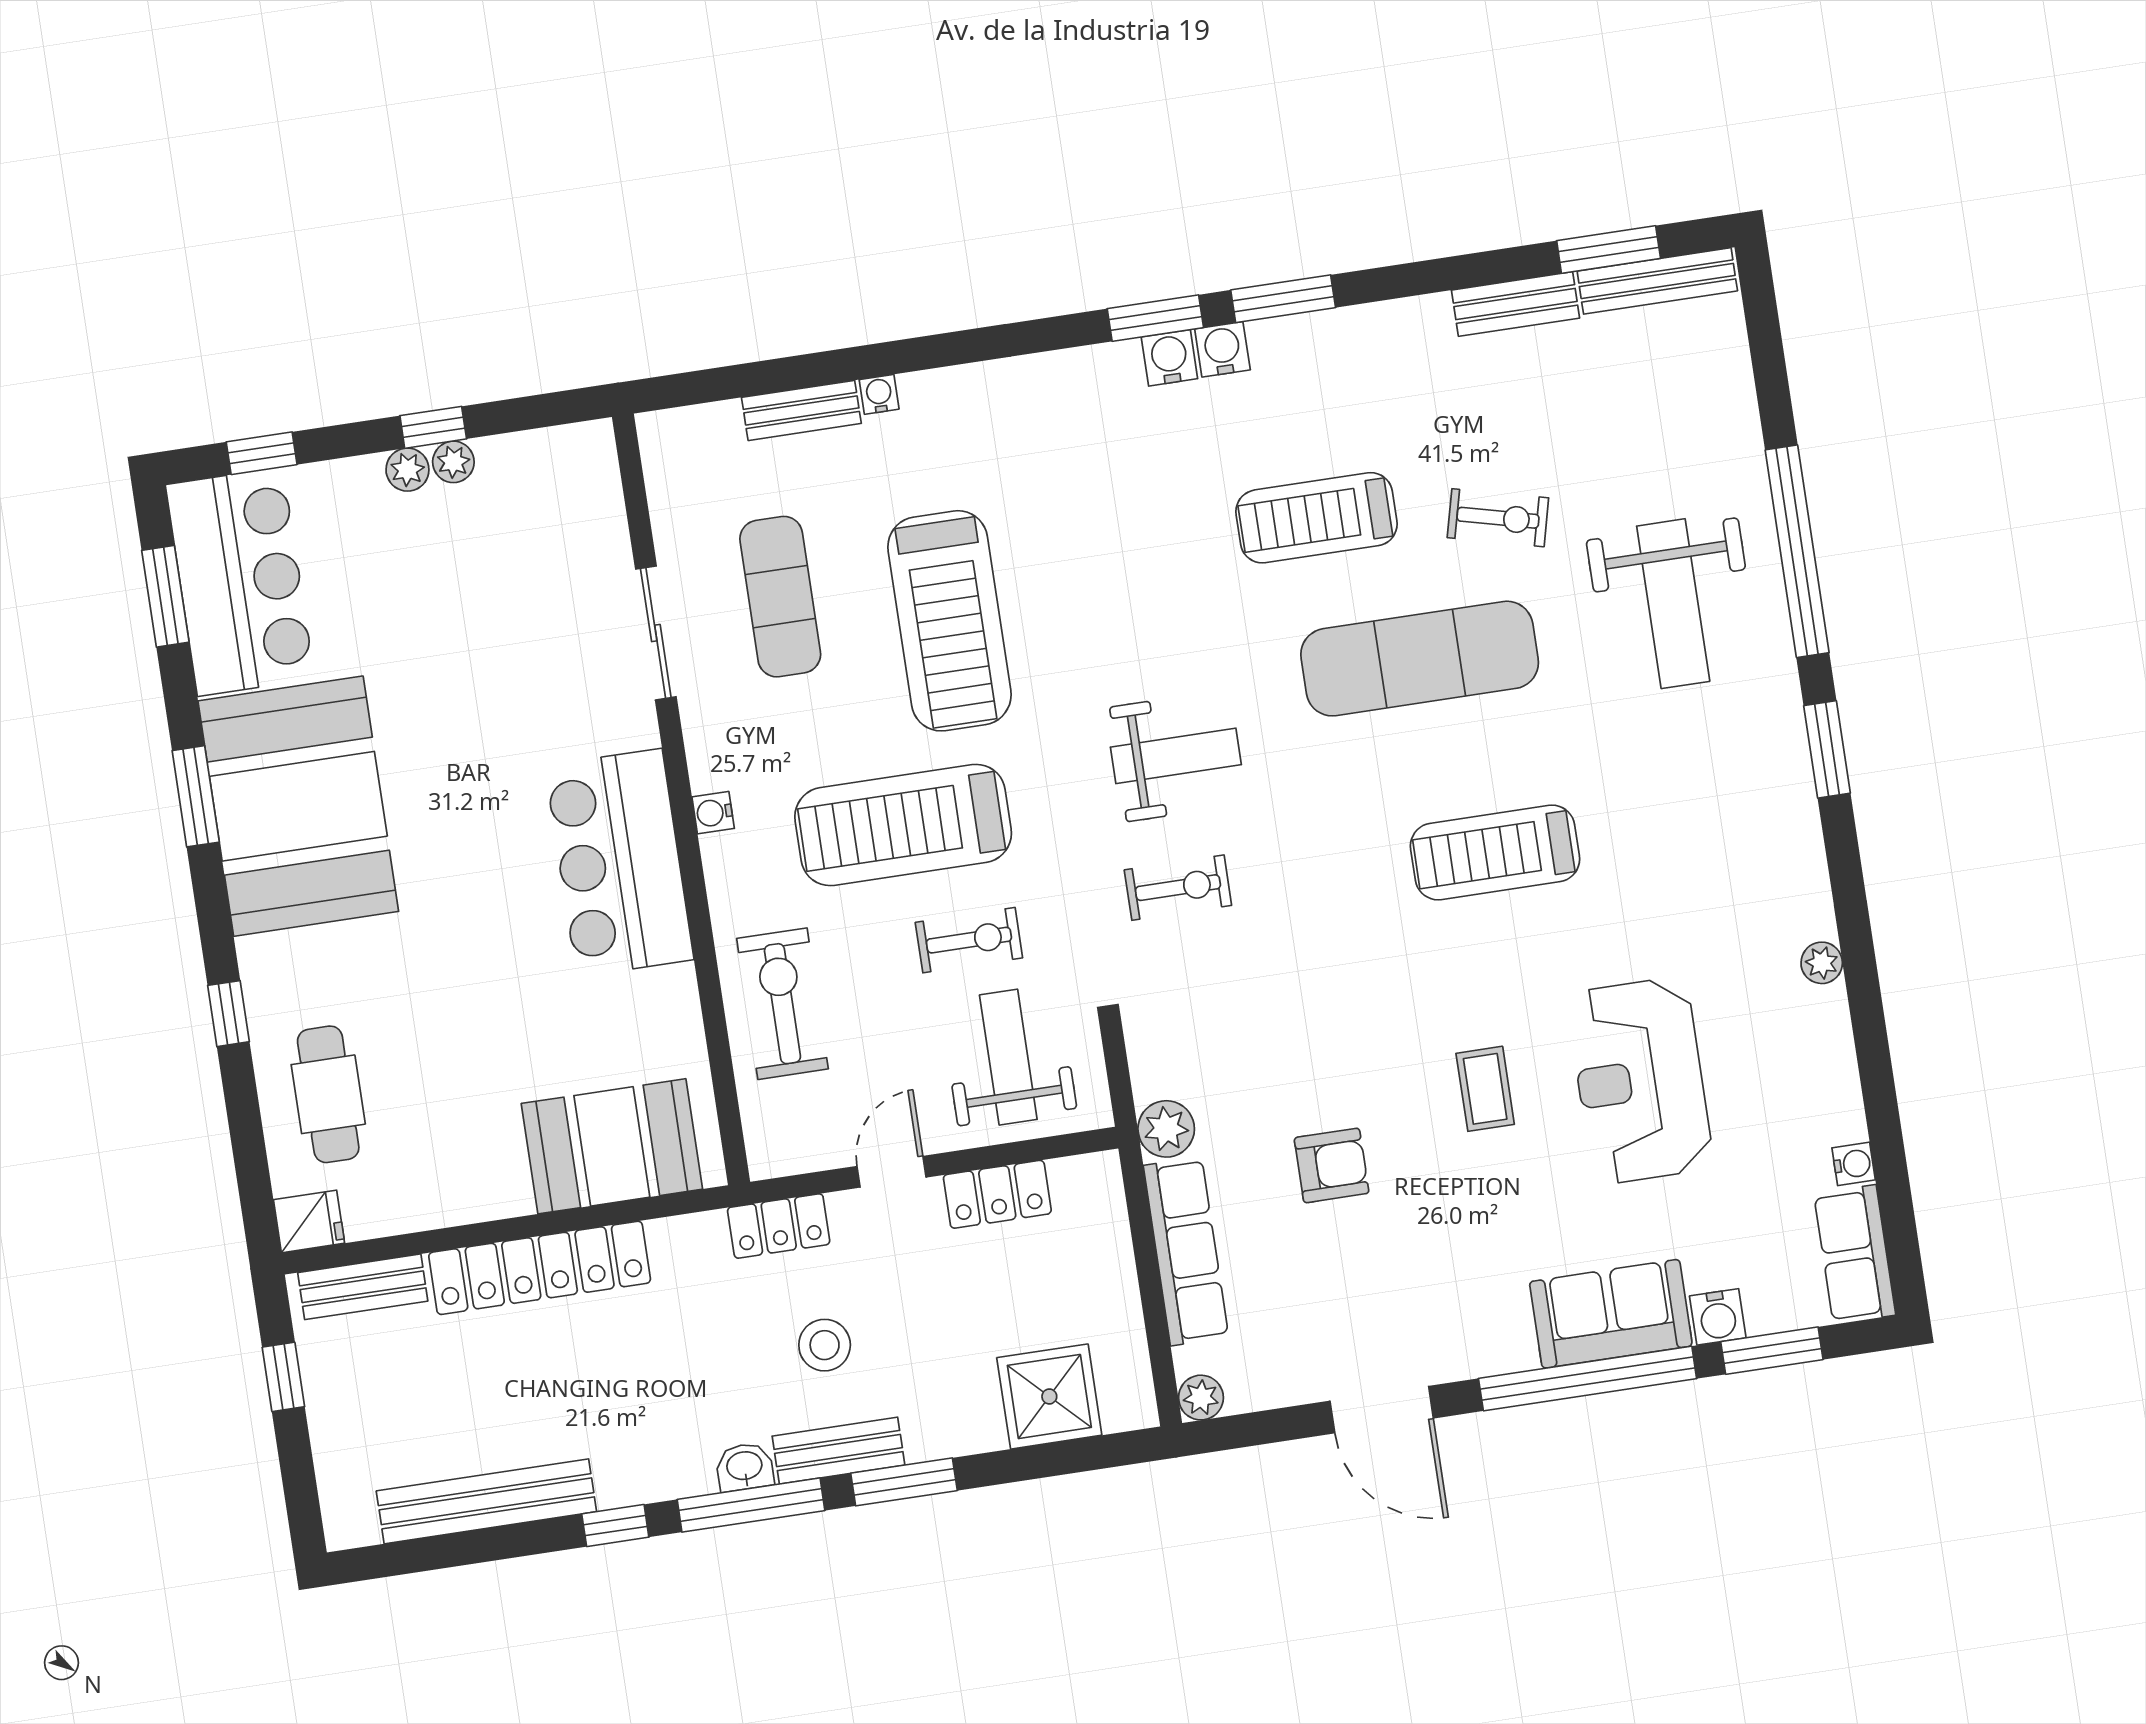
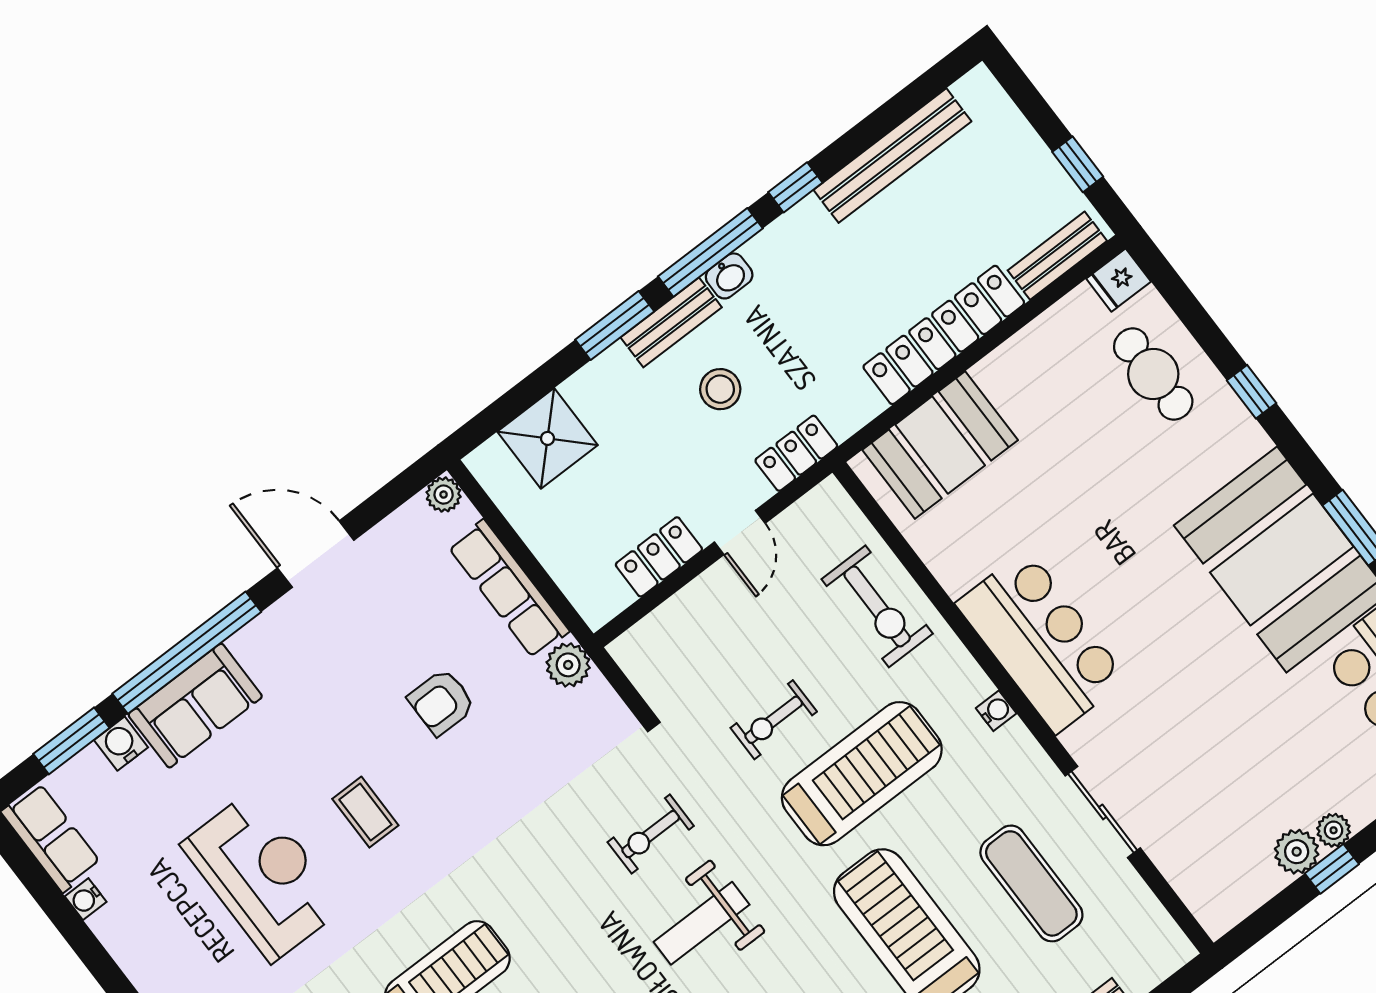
plant: (453, 462) -> (1297, 852), width x1.38, depth x1.38
weight bench: (1008, 1057) -> (703, 655), removed

